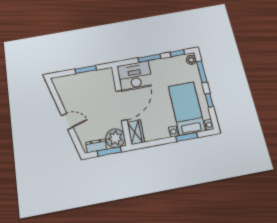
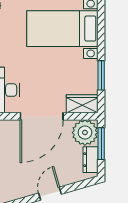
door: (122, 105) -> (42, 116), swing flipped
window: (187, 137) -> (101, 75), moved

